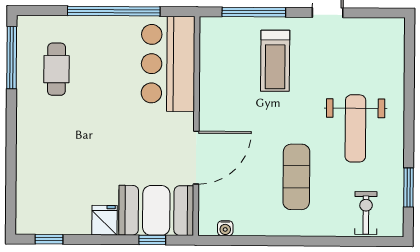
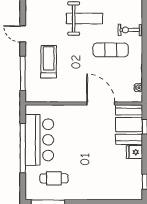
treadmill: (275, 61) -> (49, 62), turned -90
bar counter: (168, 64) -> (39, 140), moved, turned -90
exercise bike: (366, 213) -> (130, 30), moved

